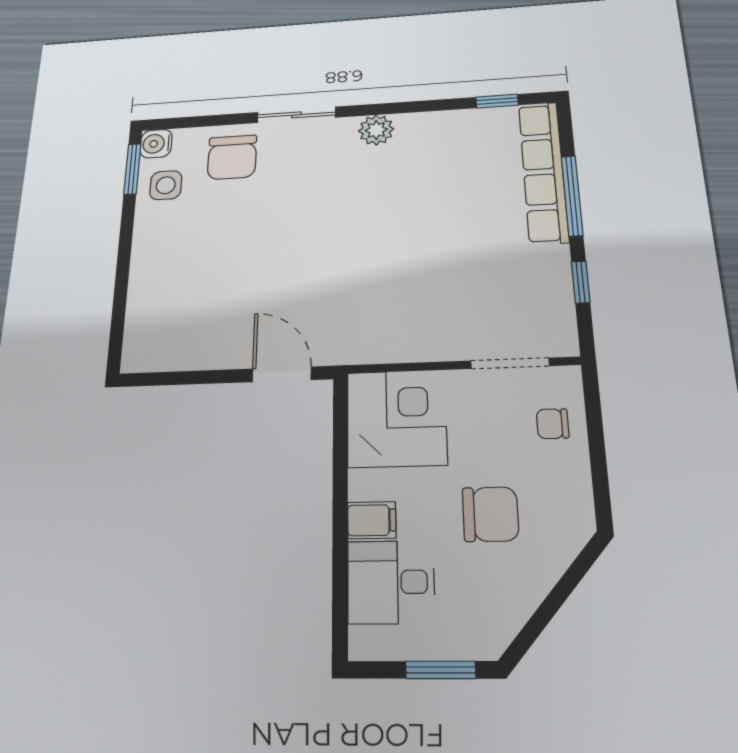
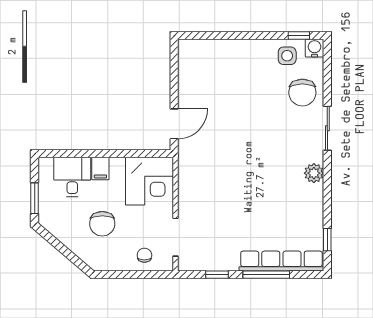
chair: (232, 157) -> (302, 93), turned -90
window: (132, 169) -> (299, 36), width x0.67

